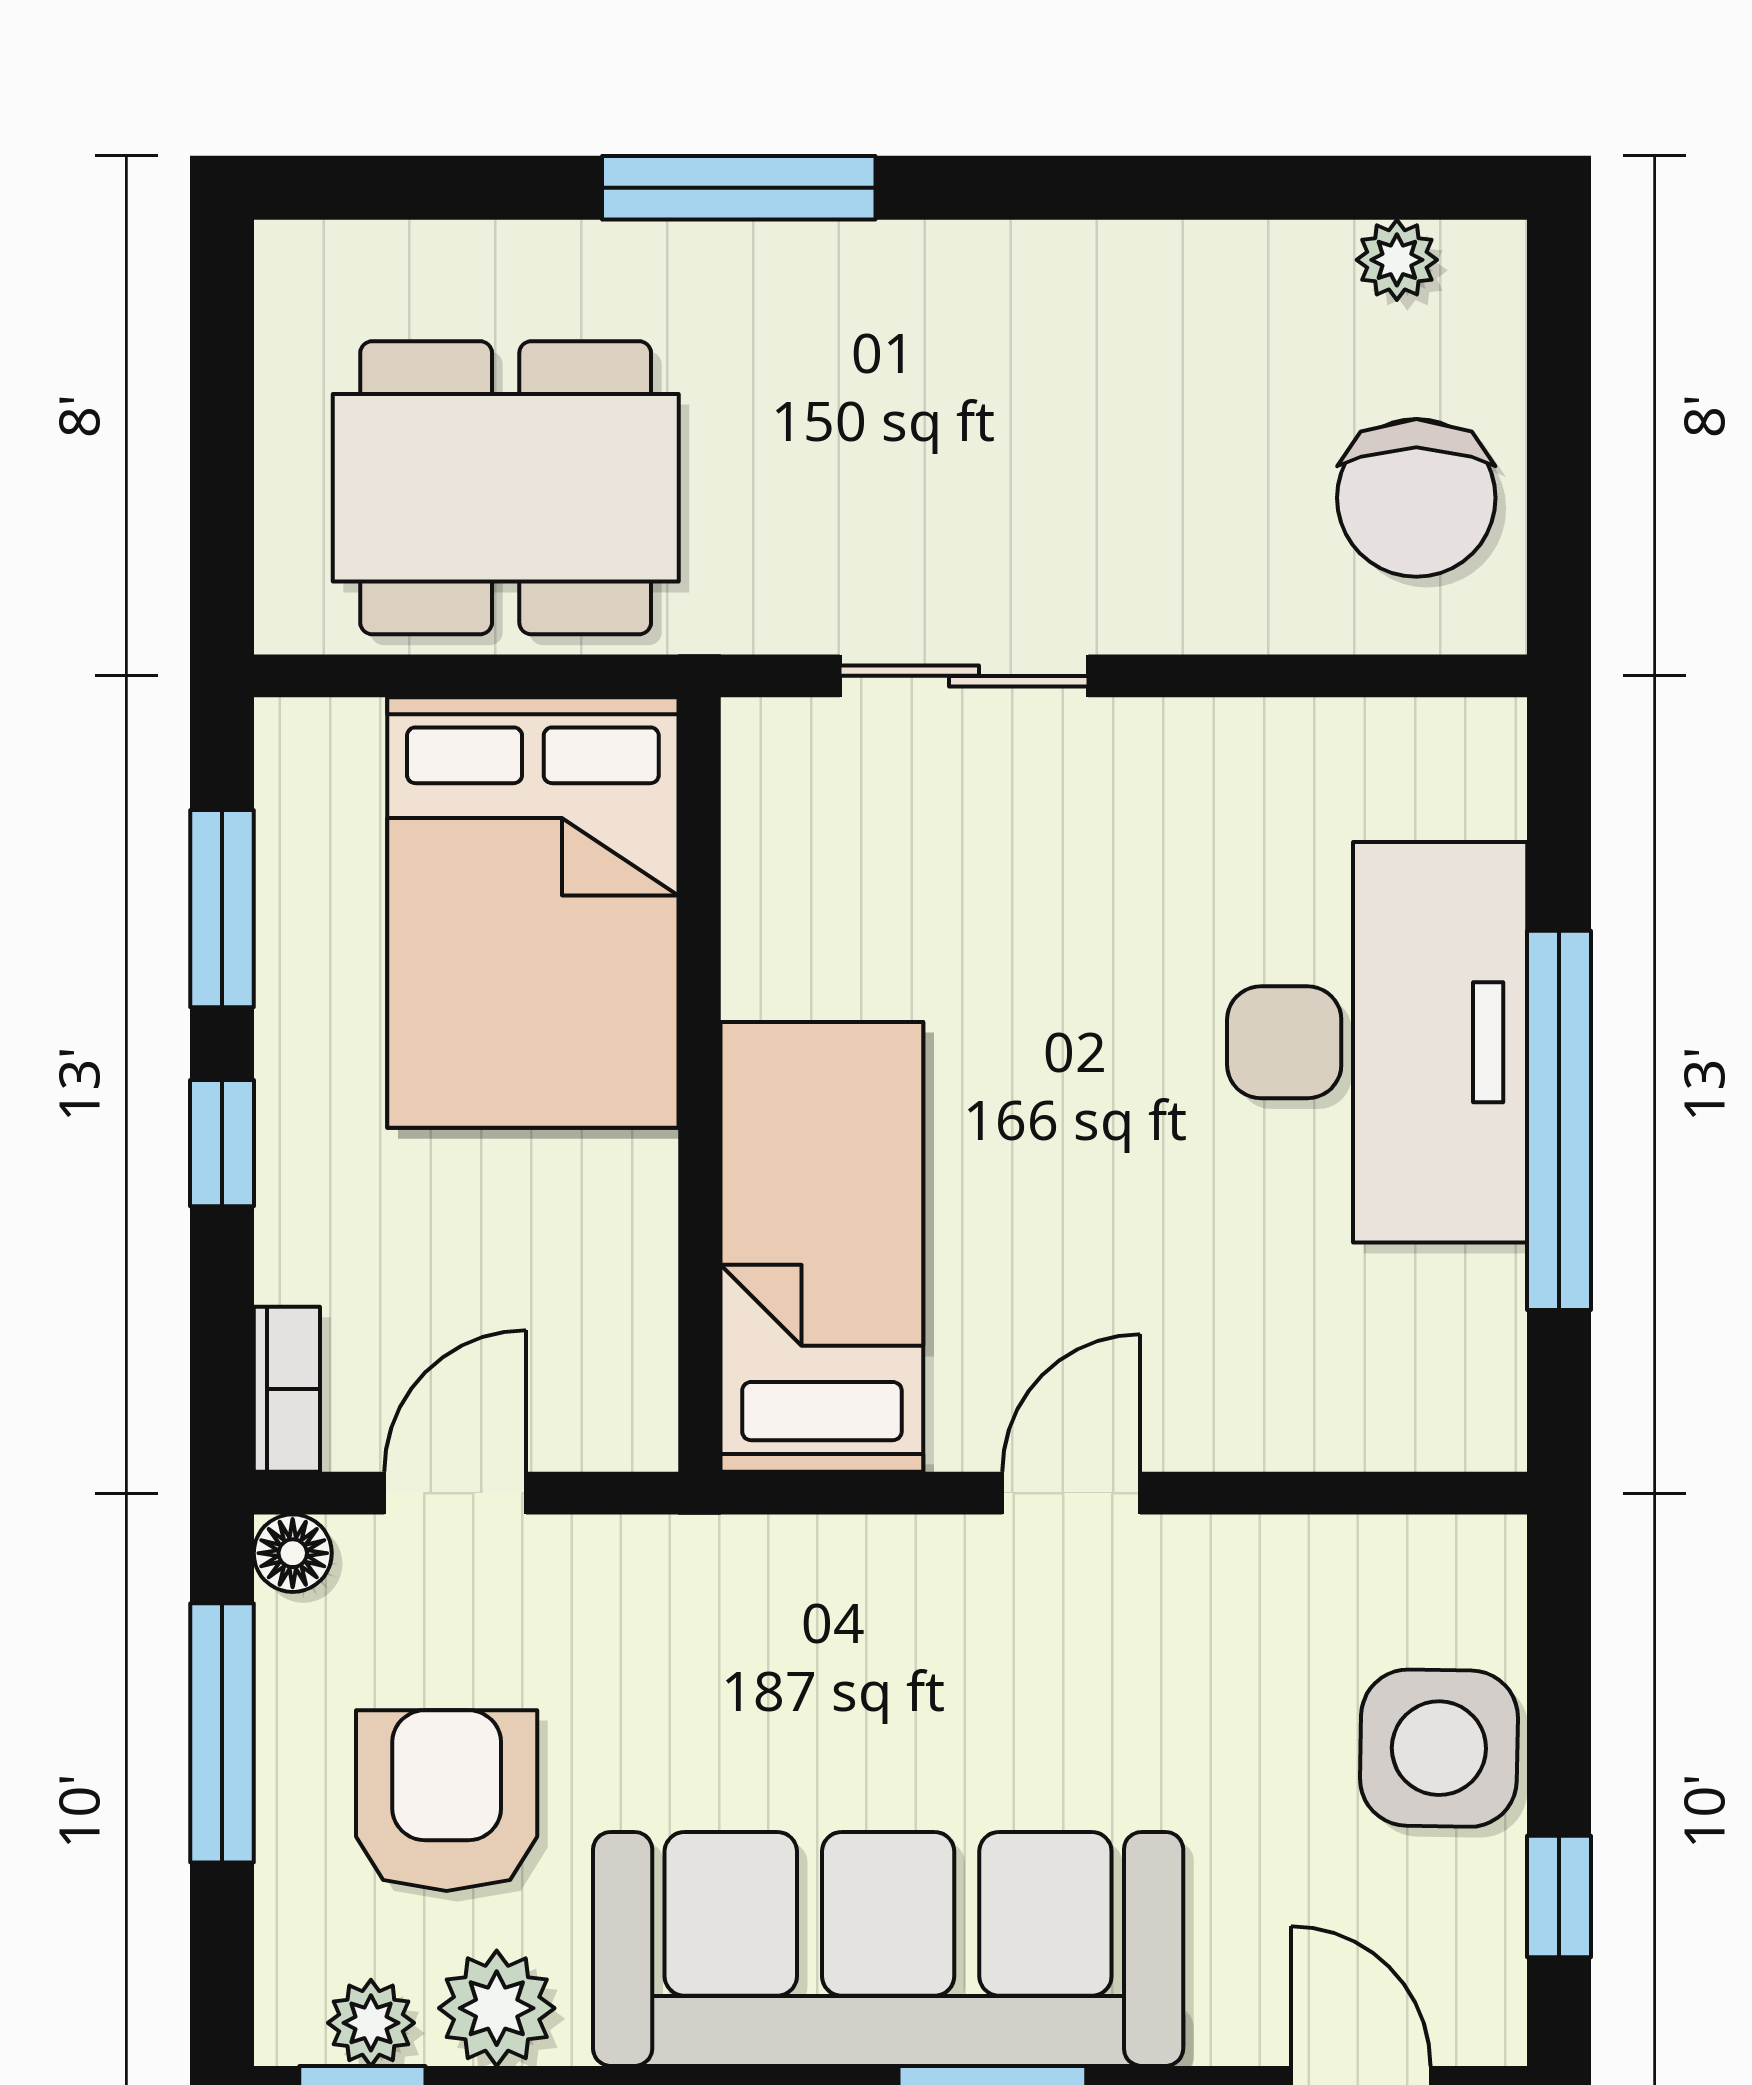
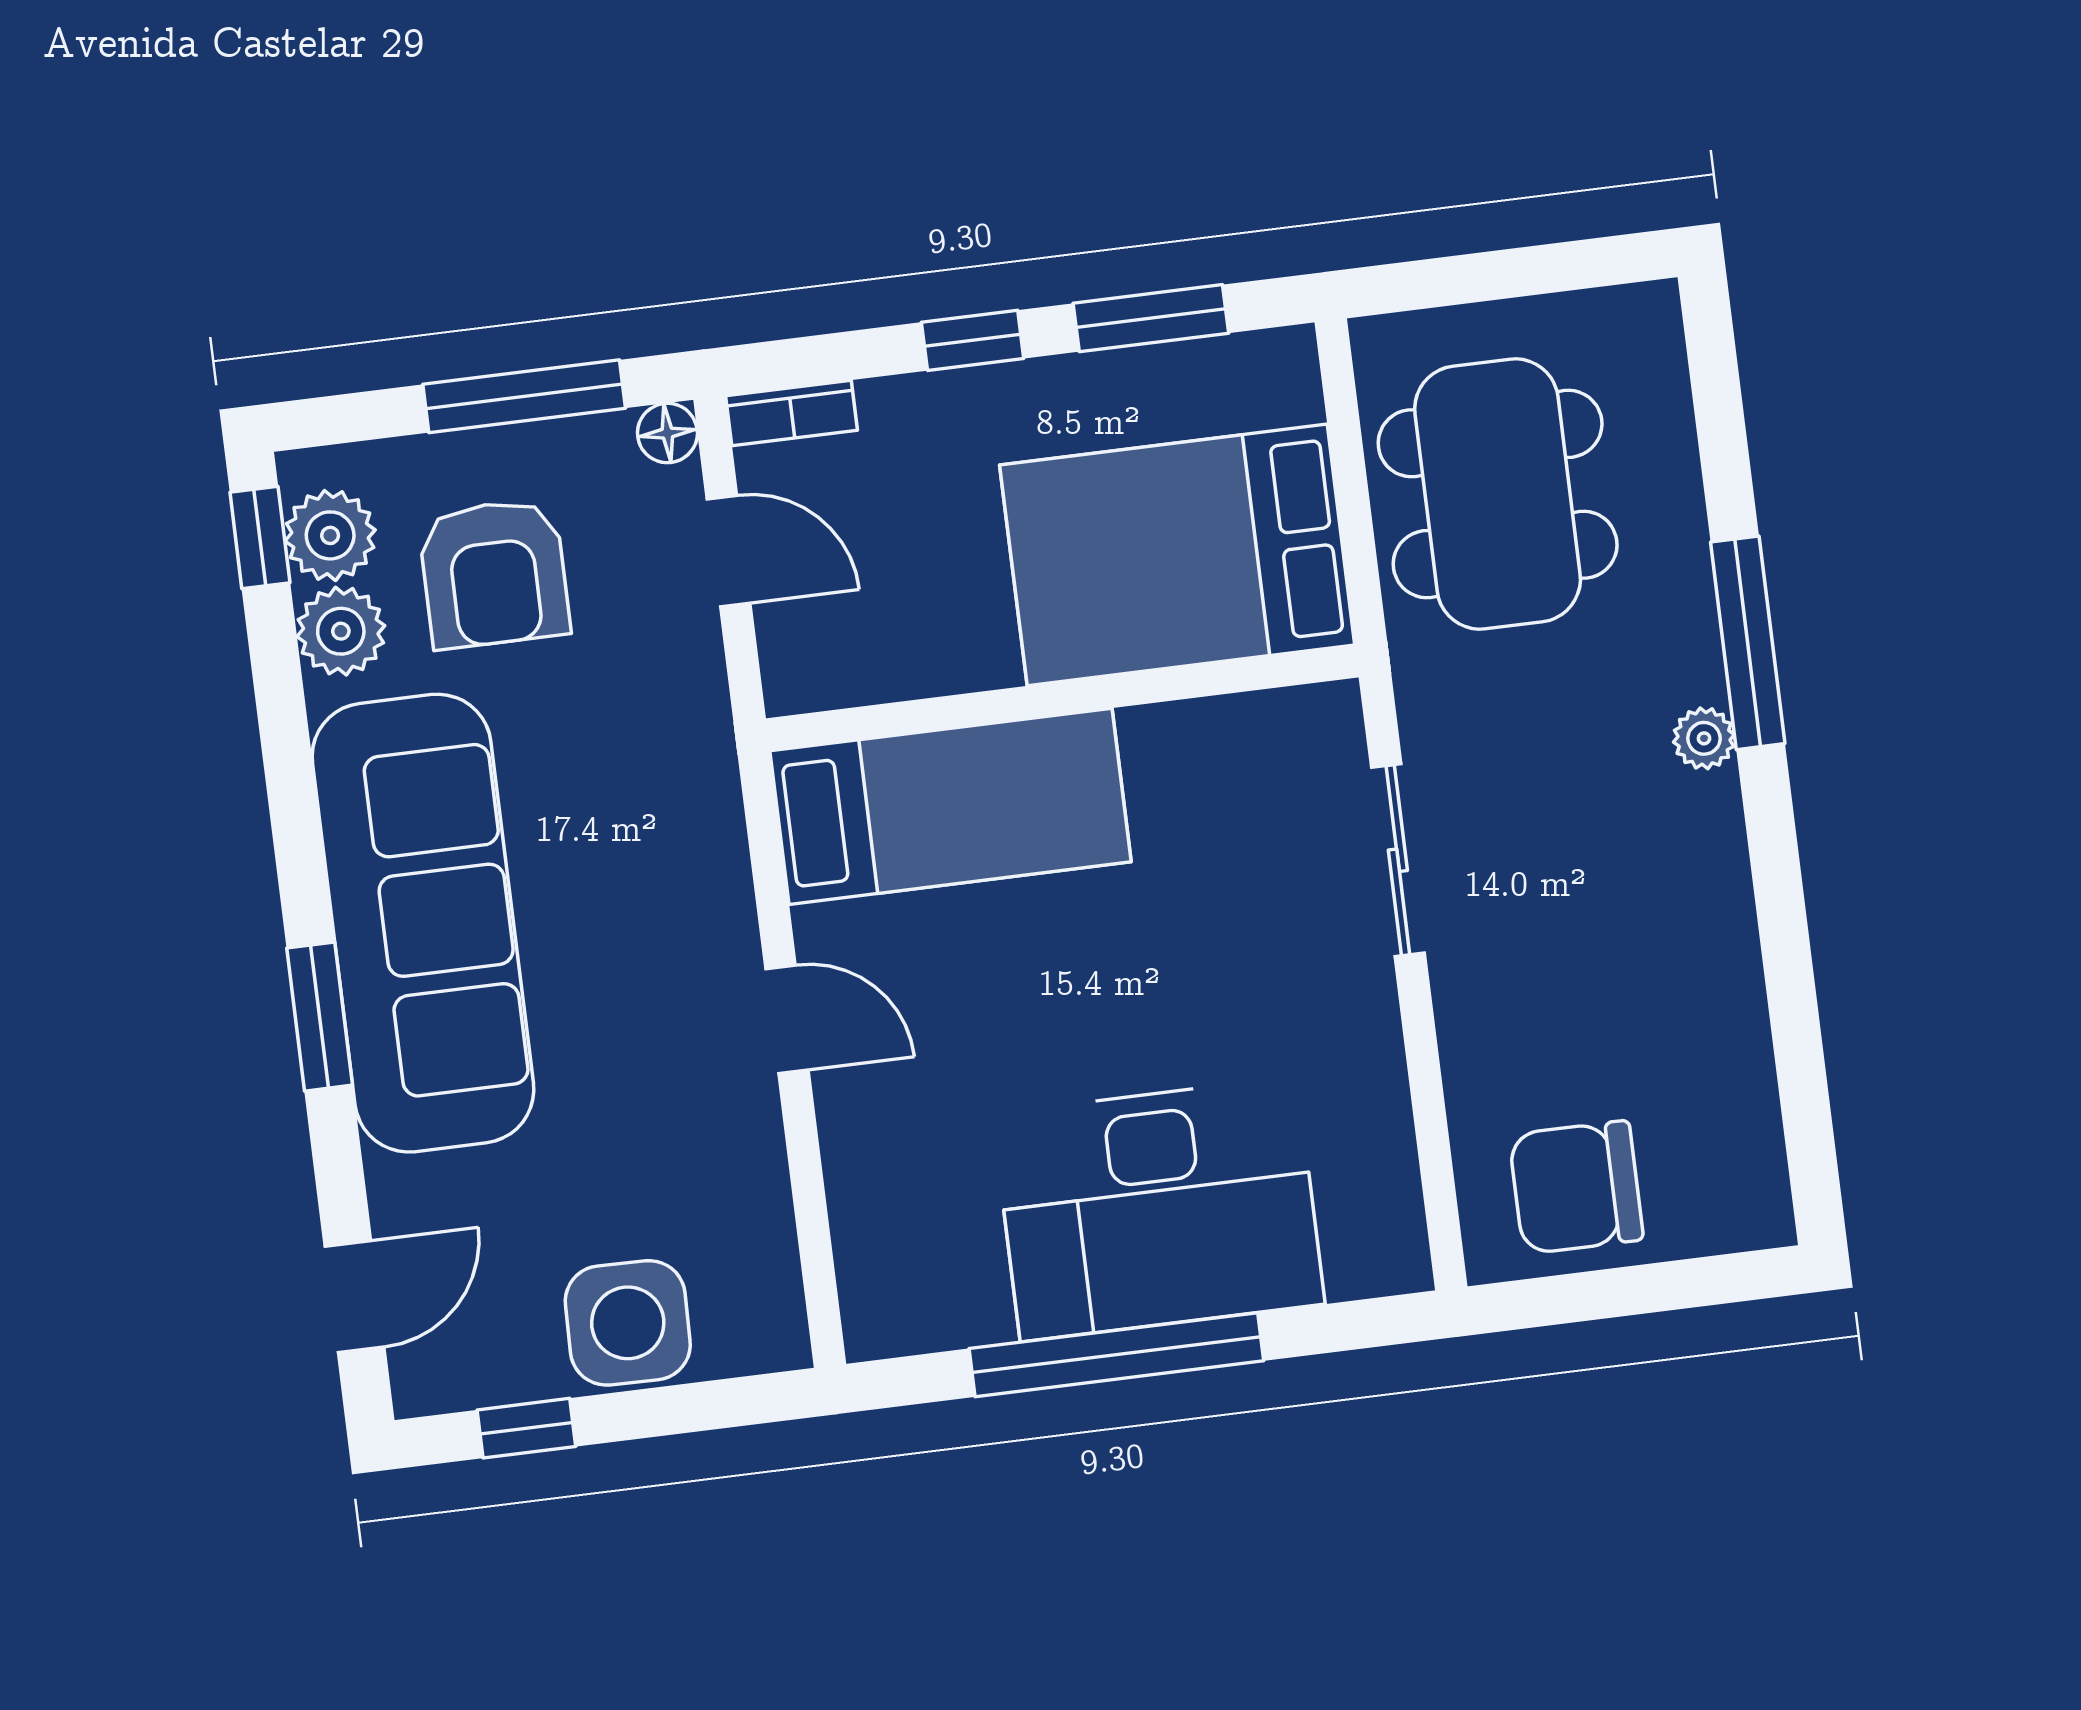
plant: (1397, 260) -> (1704, 738), moved
armchair: (447, 1801) -> (494, 573), turned 90
plant: (371, 2023) -> (330, 535), width x1.38, depth x1.38

